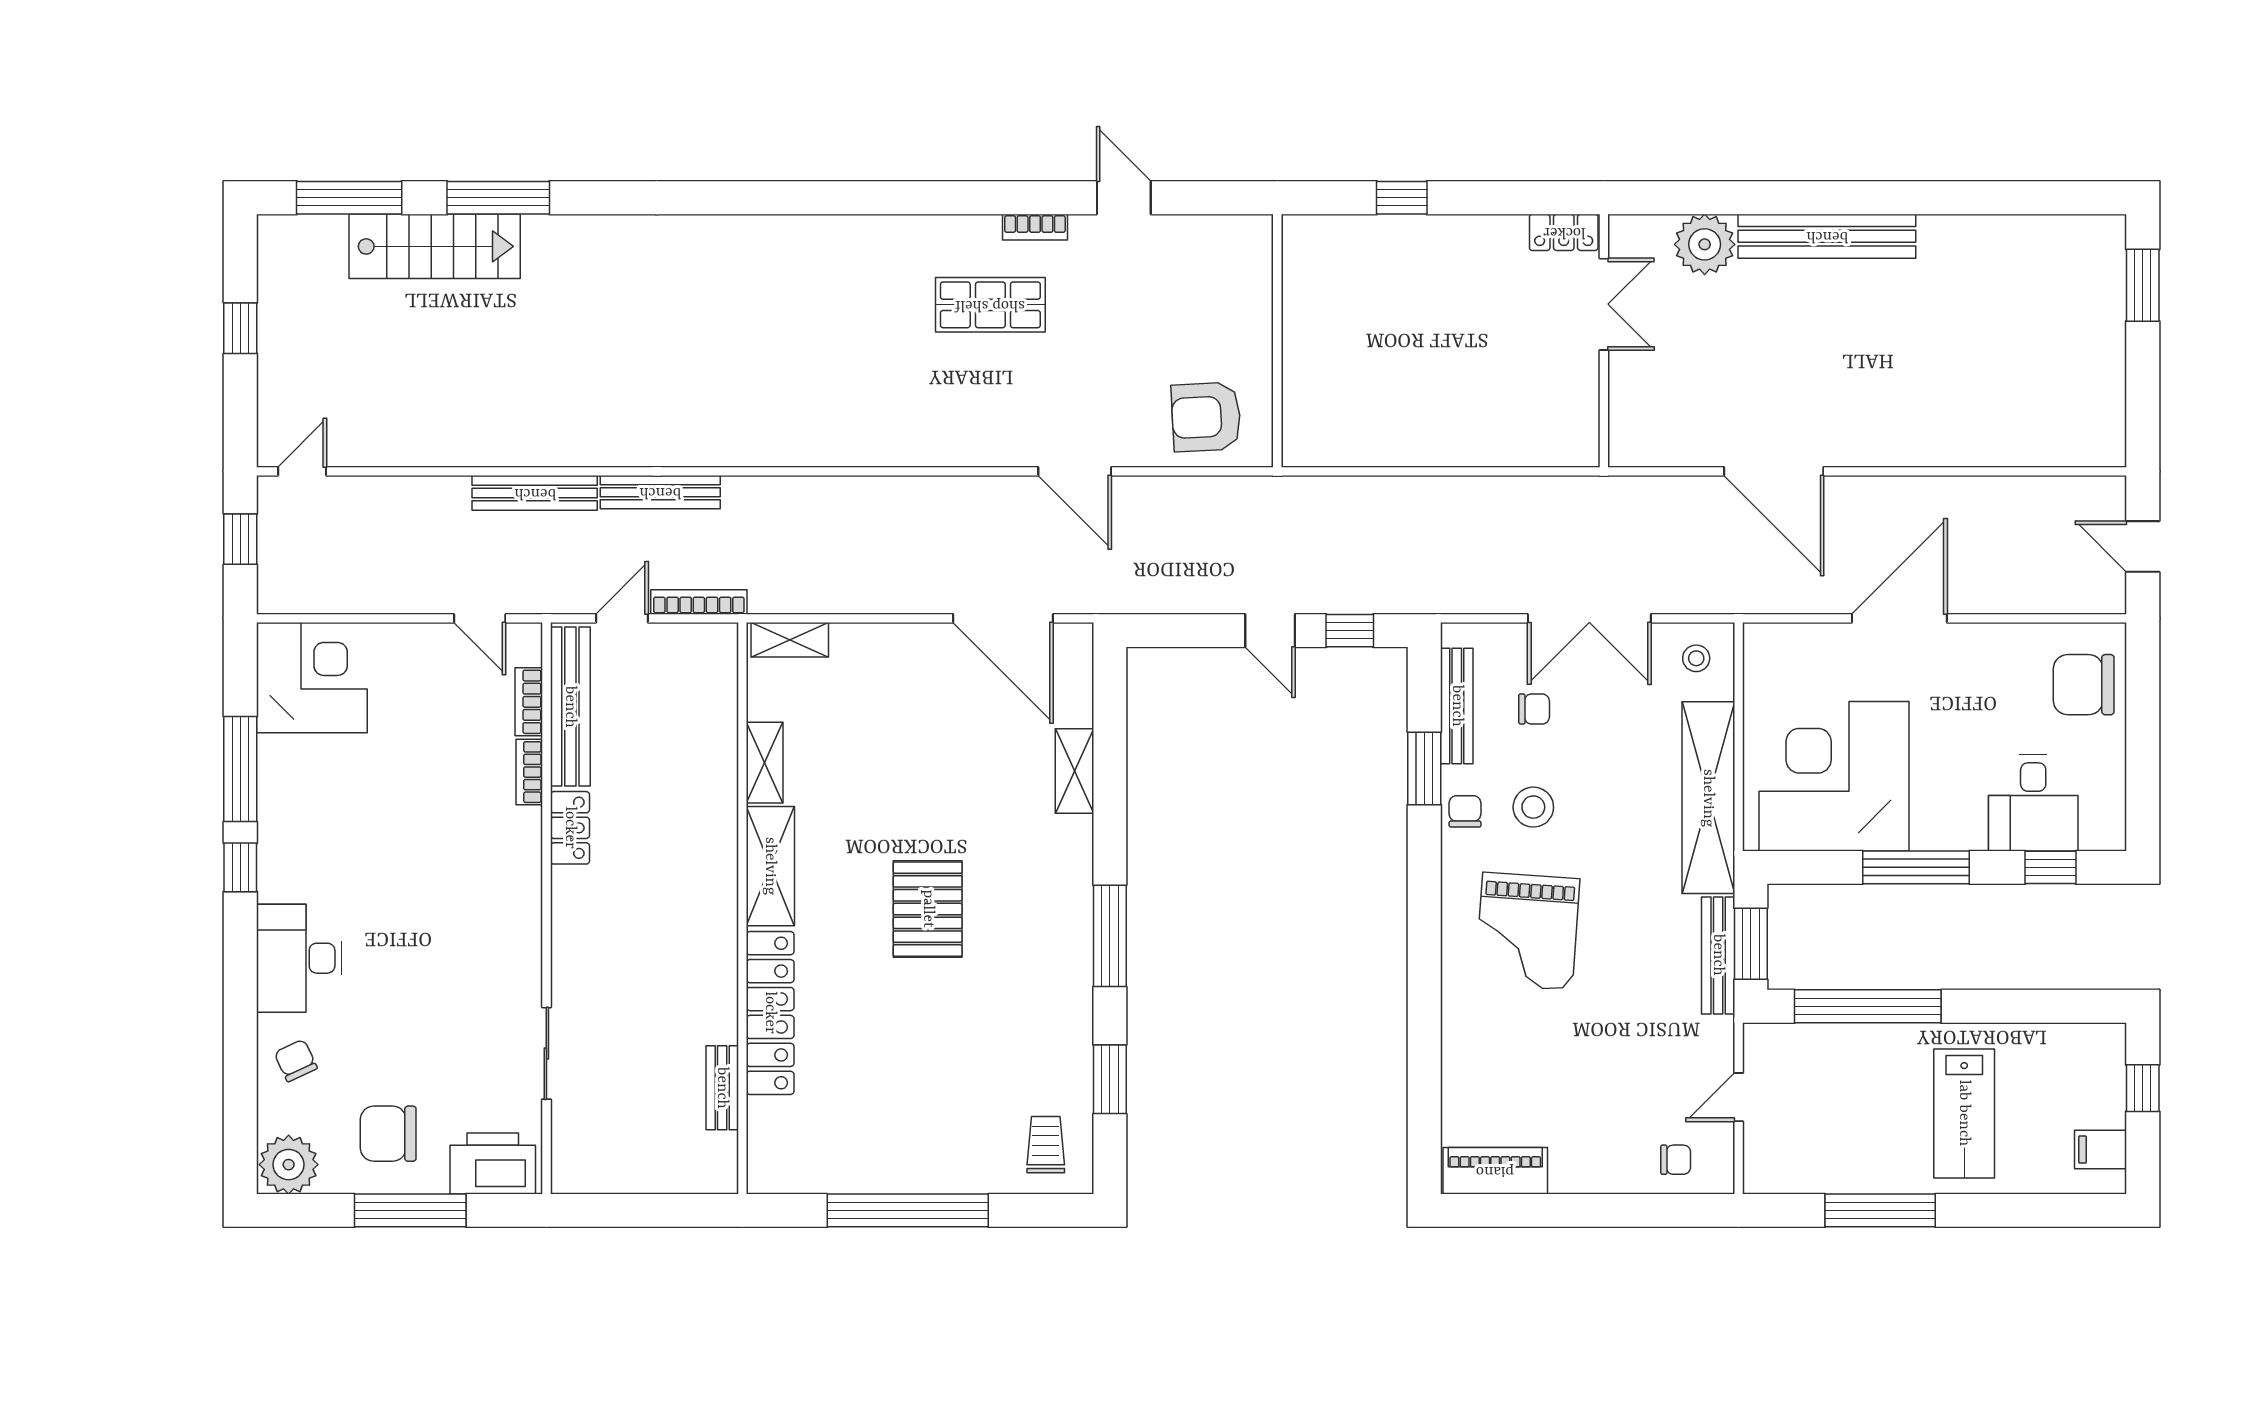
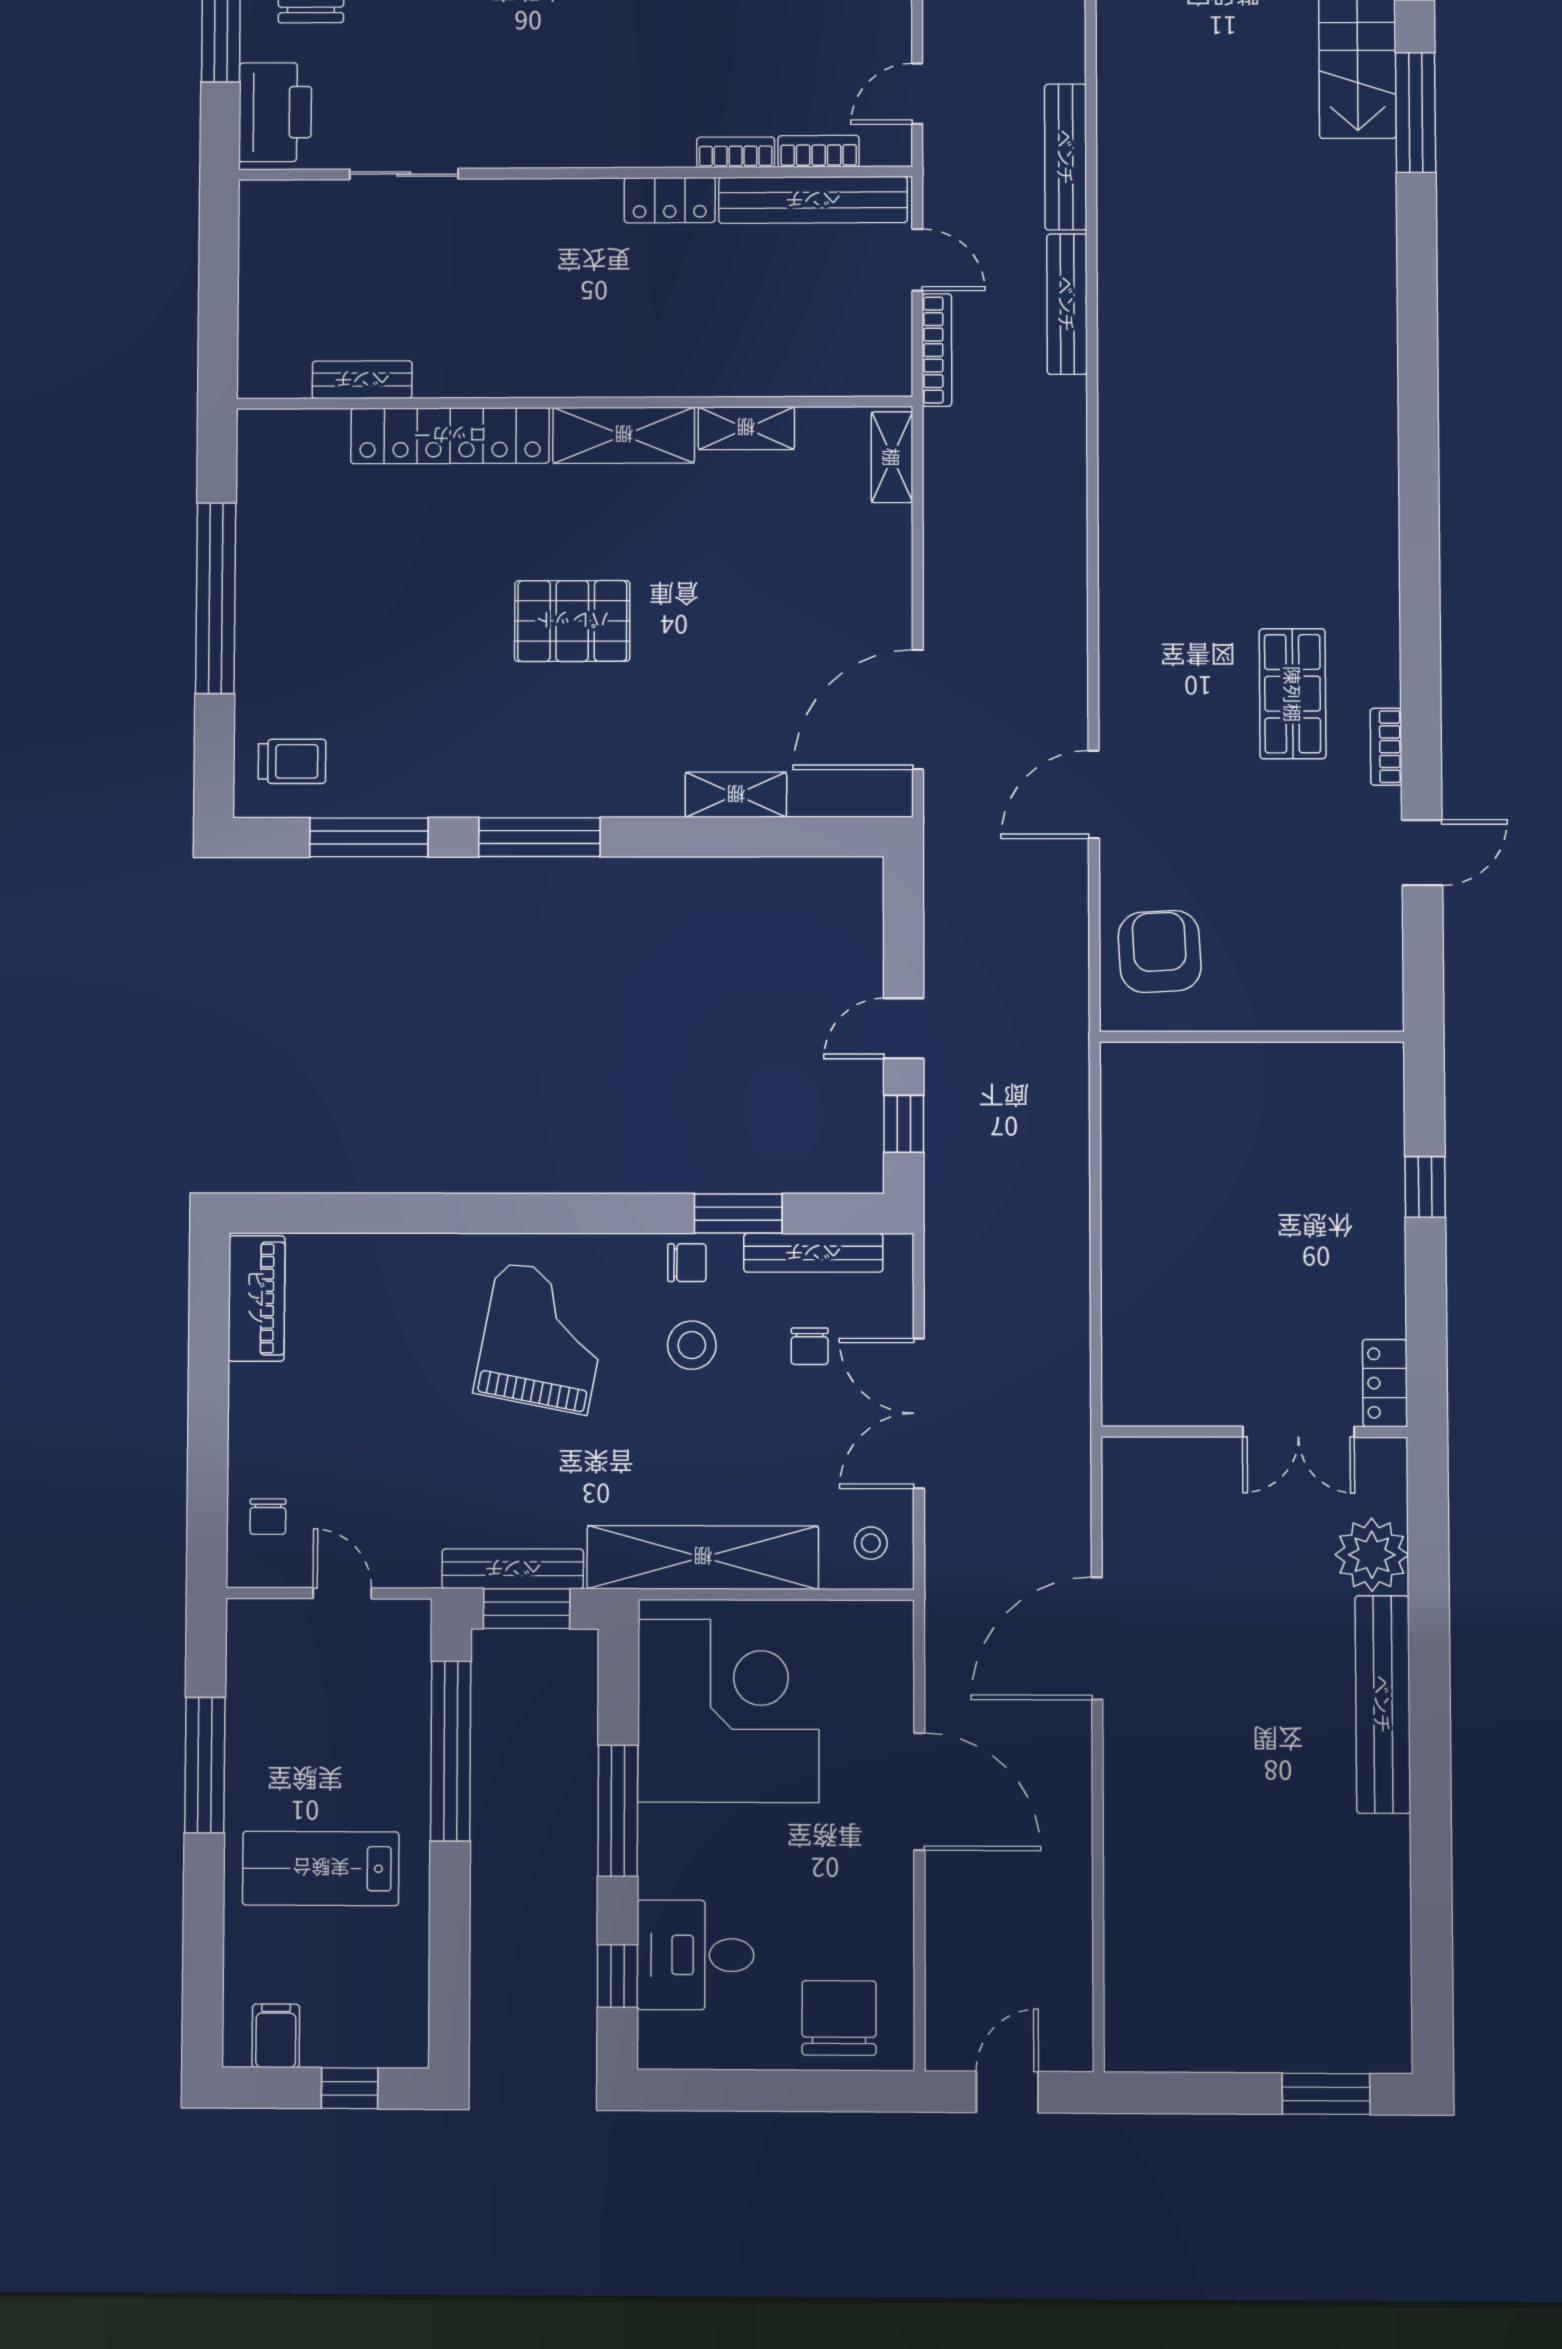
grand piano: (1527, 931) -> (543, 1338), turned 97
window: (1110, 1079) -> (369, 837), width x1.44

